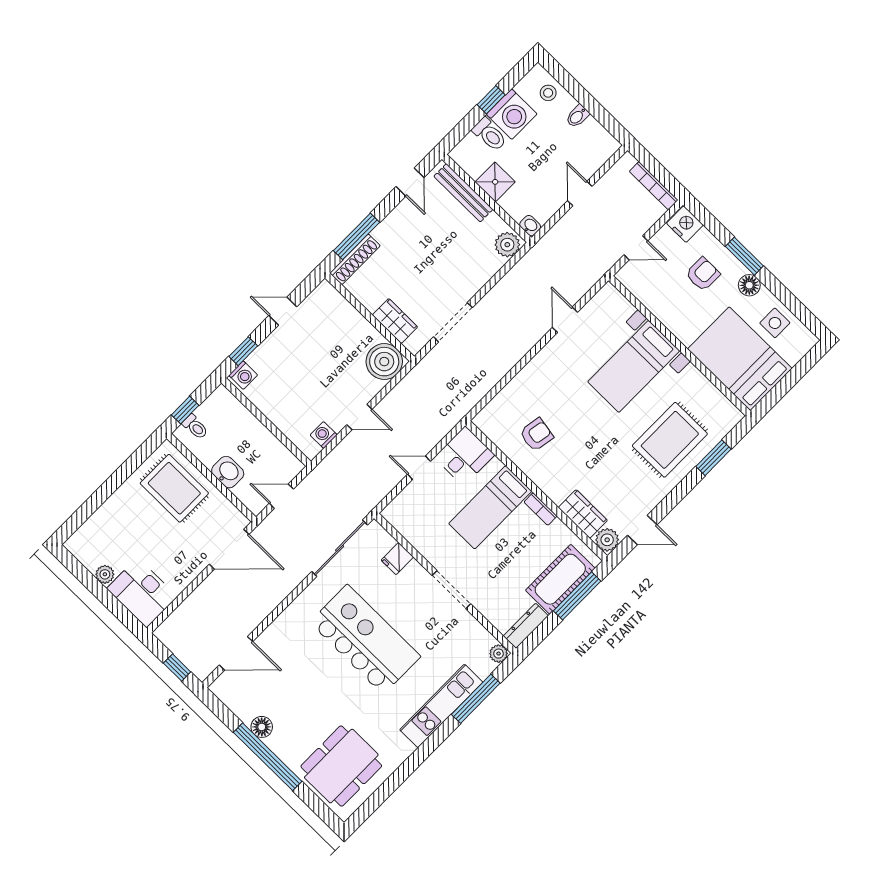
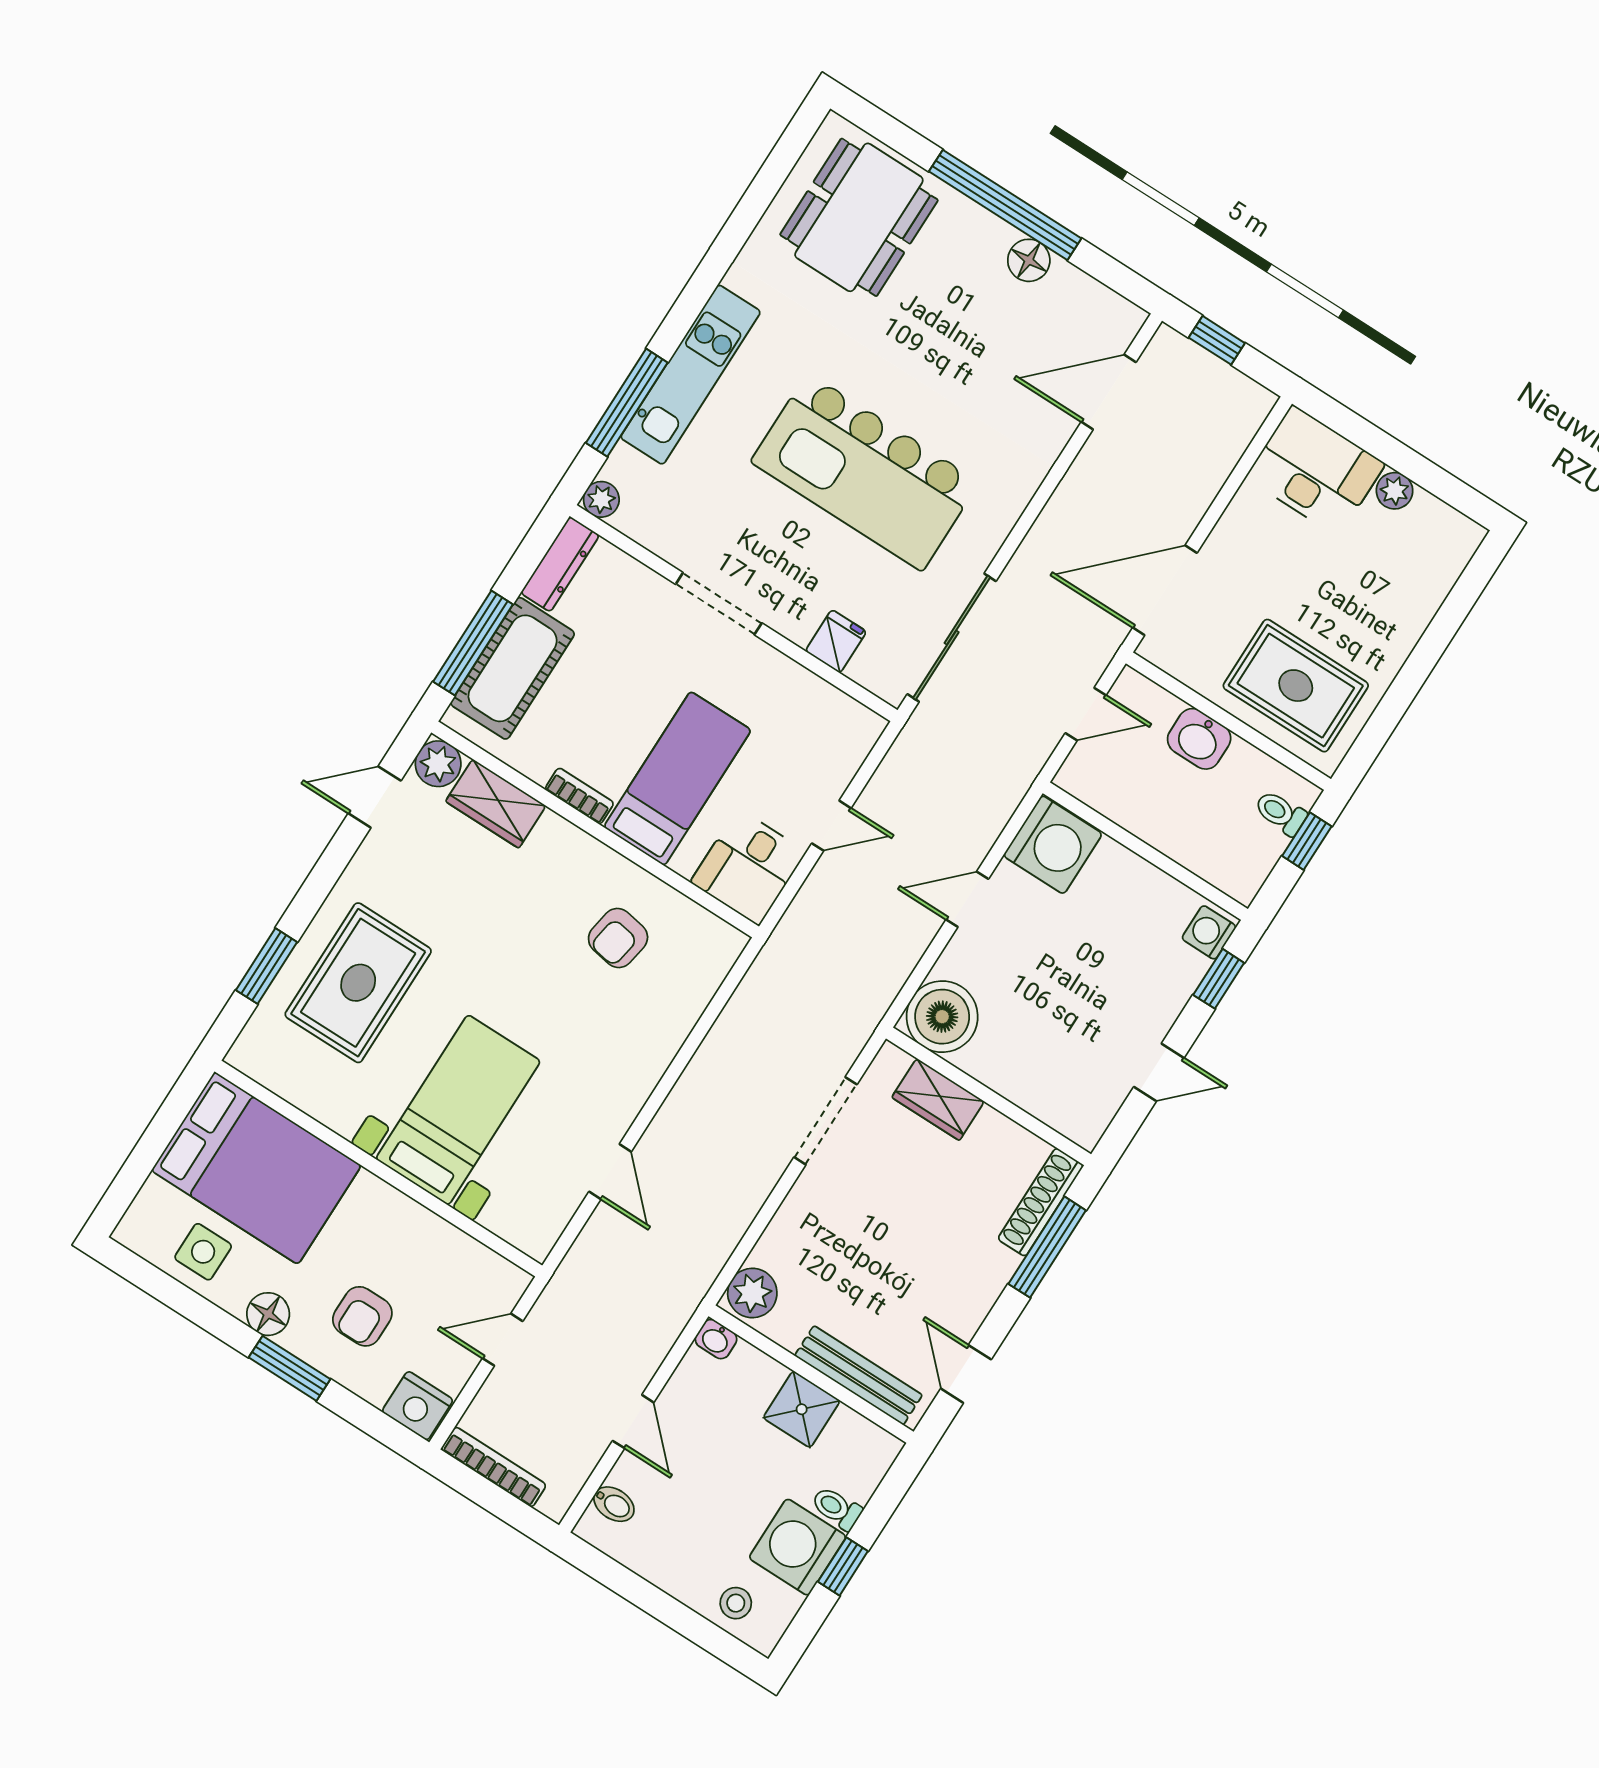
bidet: (577, 116) -> (614, 1504), moved, turned 90
toilet: (490, 134) -> (837, 1508), width x0.73, depth x0.72
washing machine: (324, 435) -> (1053, 845), width x1.89, depth x1.89

